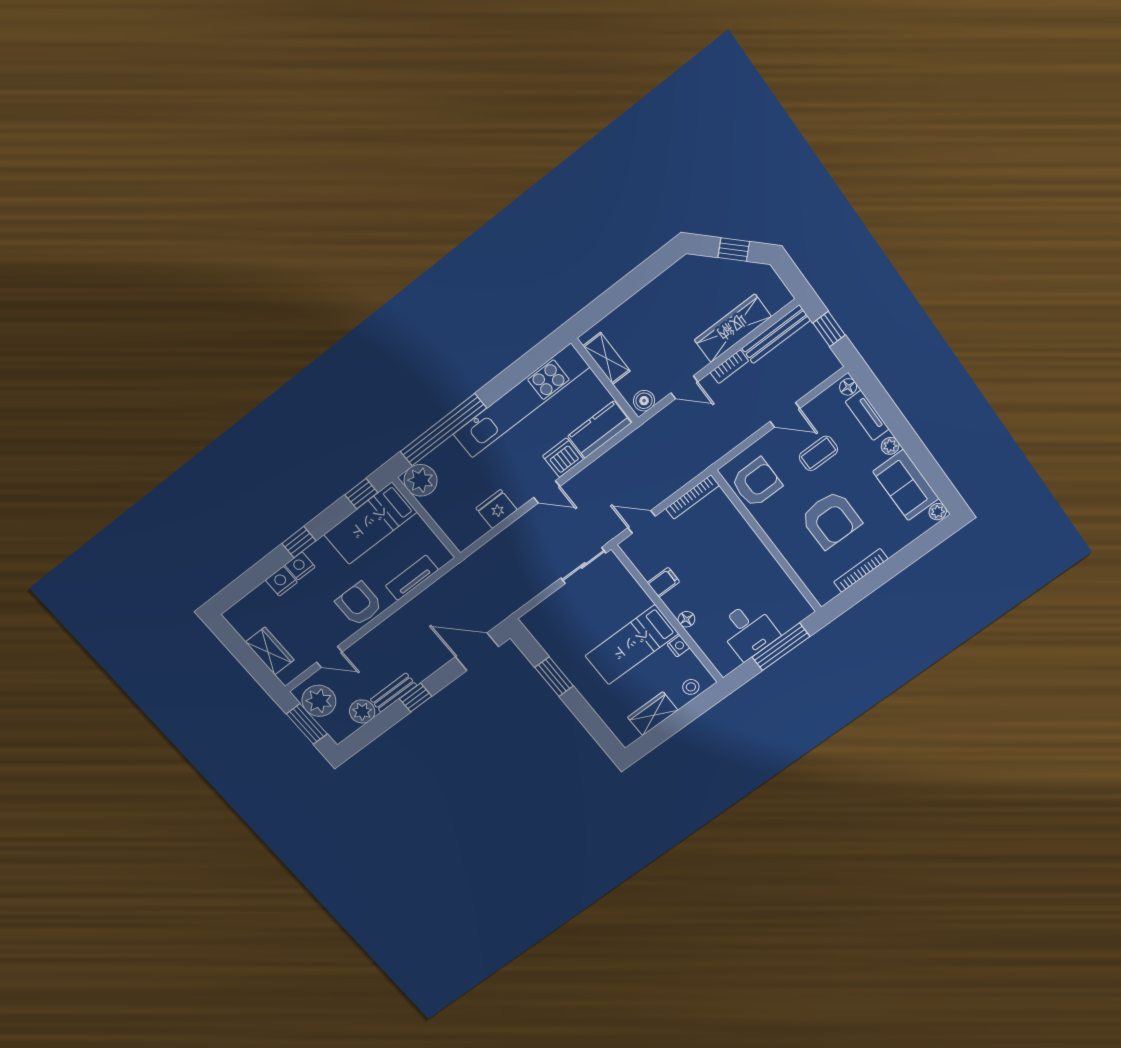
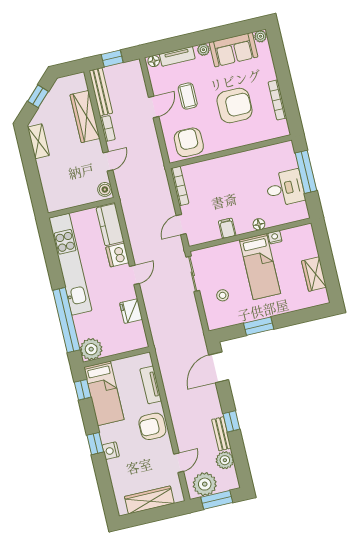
shelving: (607, 358) -> (38, 141), moved, turned 90
nightstand: (281, 581) -> (115, 467), removed
wardrobe: (270, 651) -> (149, 500), width x1.50
stool: (691, 687) -> (223, 295), moved

